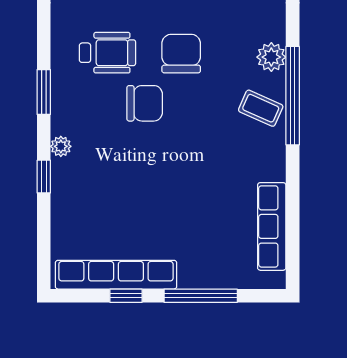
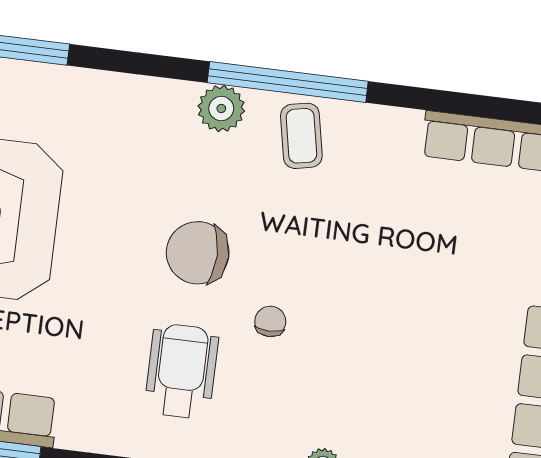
chair: (145, 103) -> (270, 321), width x0.54, depth x0.54
coffee table: (261, 108) -> (301, 136), turned -35

